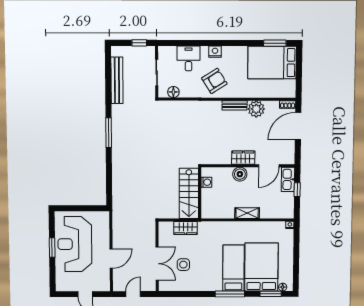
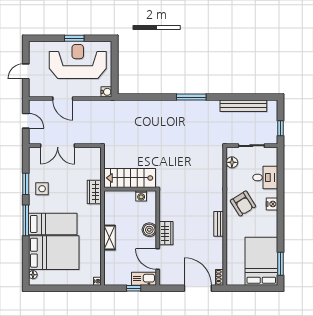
plant: (256, 109) -> (215, 246), removed
water cooler: (104, 216) -> (106, 92), added
wardrobe: (186, 228) -> (94, 192), moved
side table: (183, 265) -> (42, 189), moved
window: (271, 294) -> (26, 184), moved

